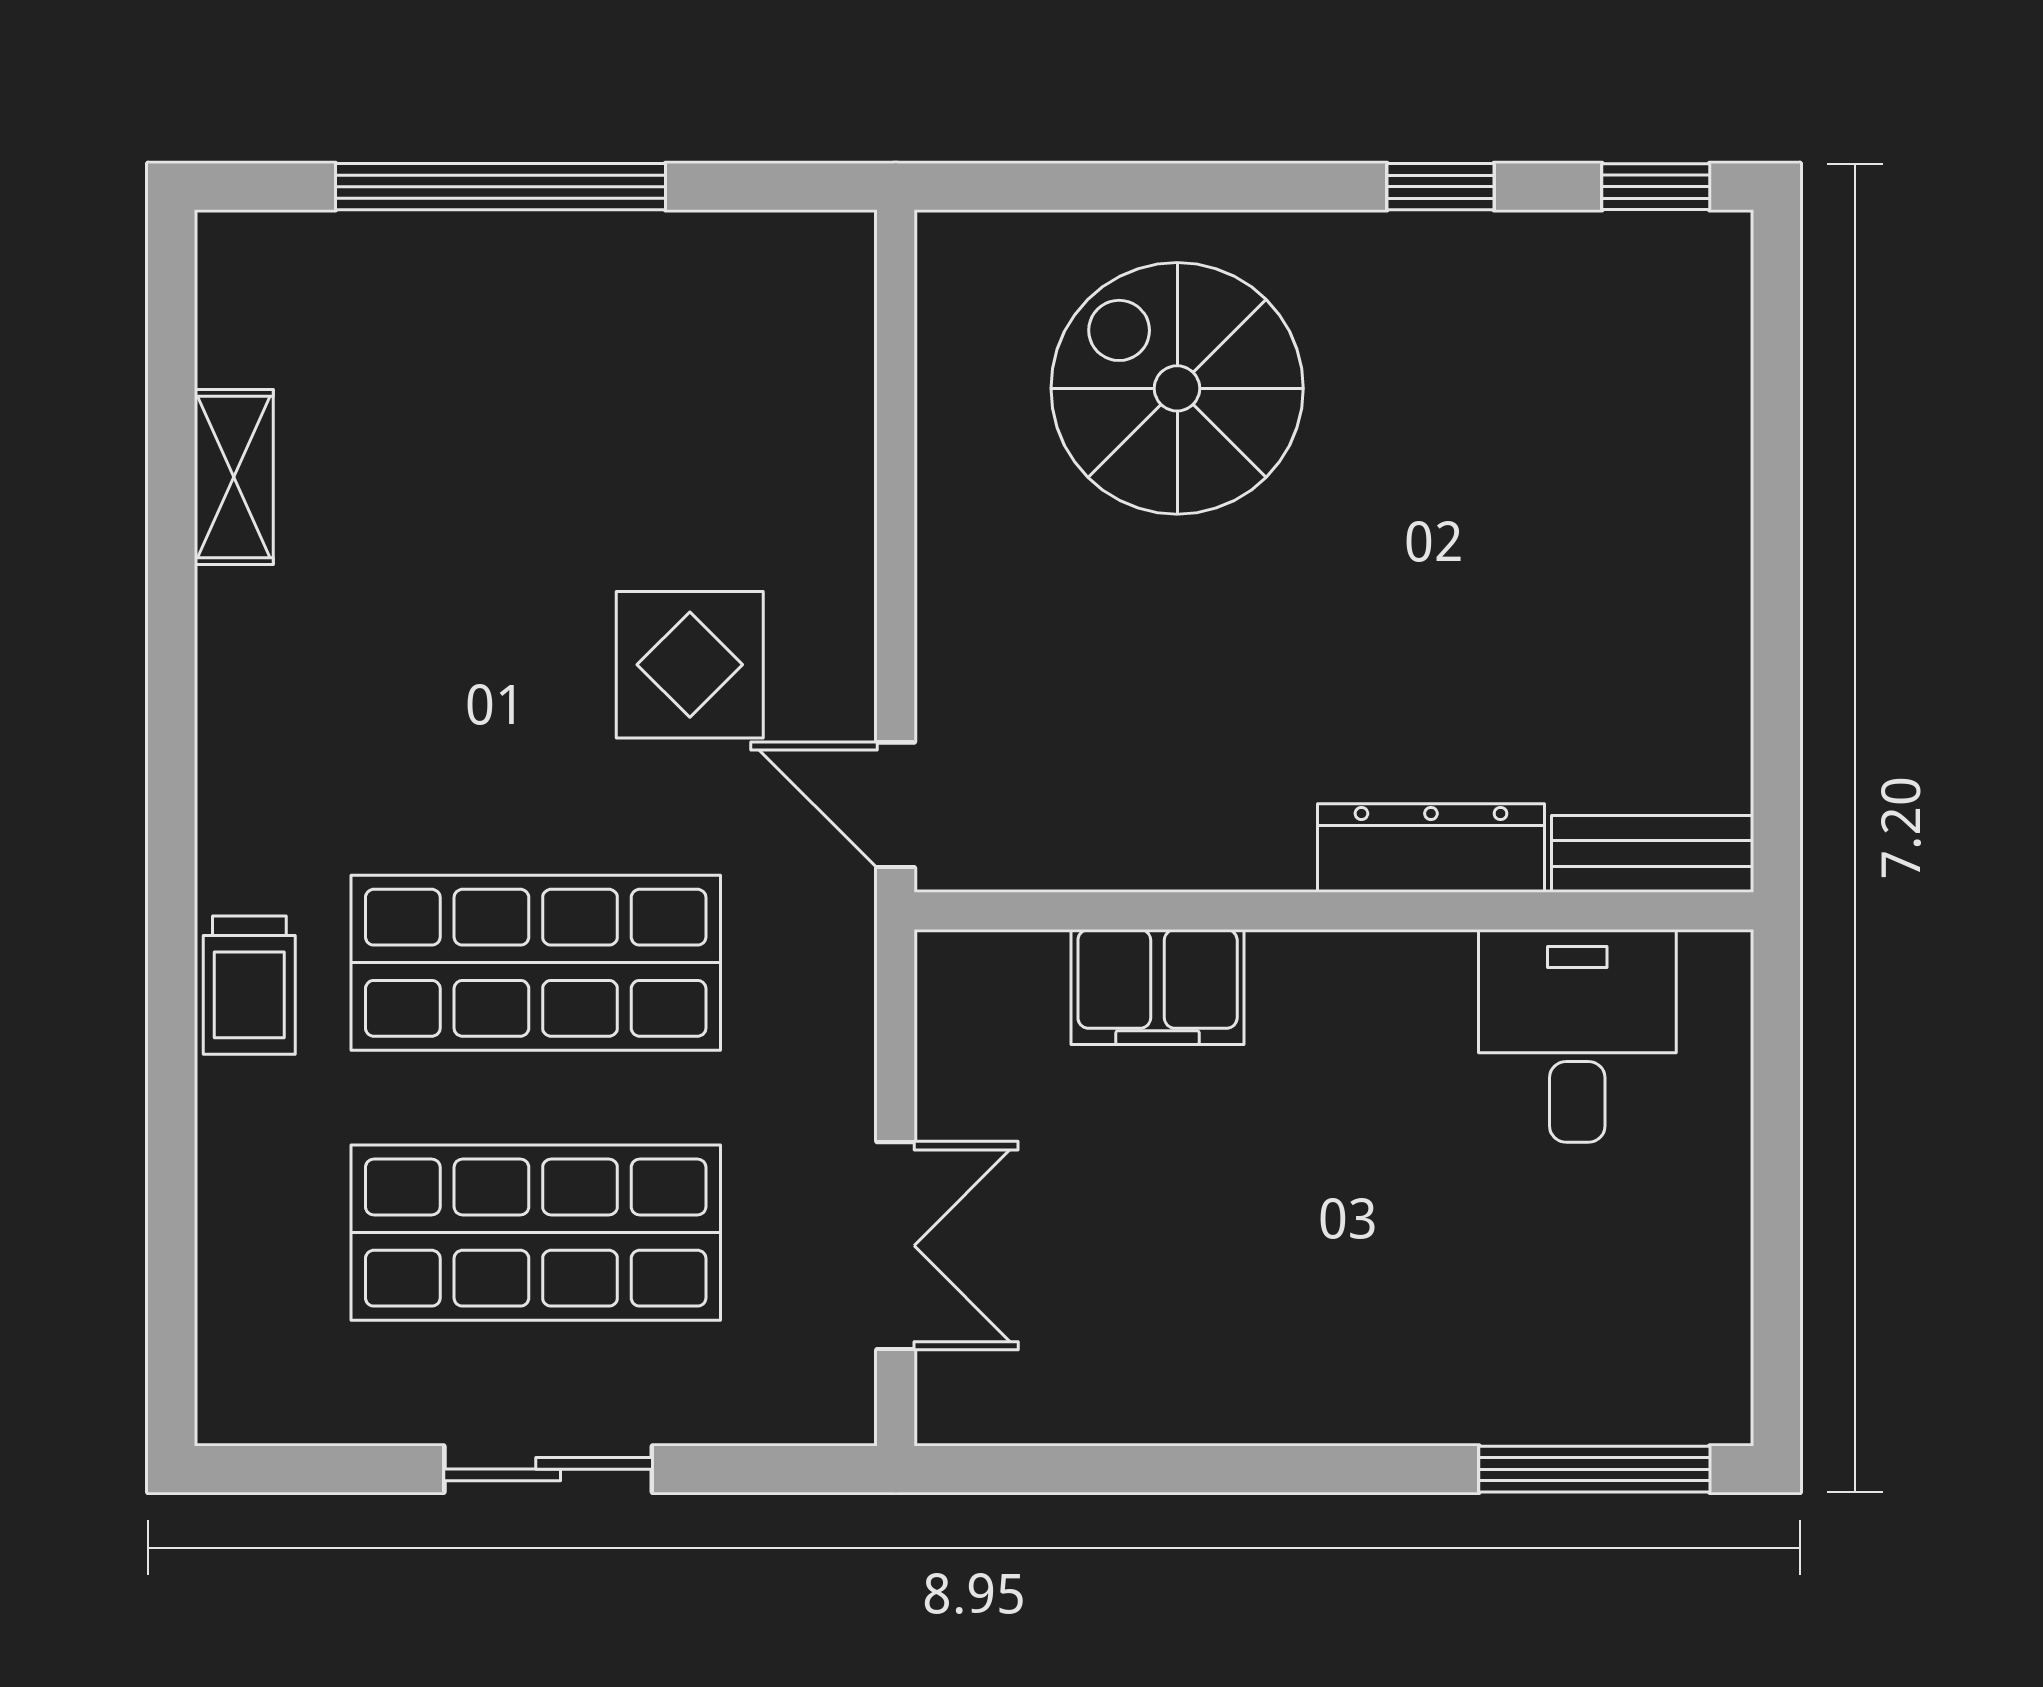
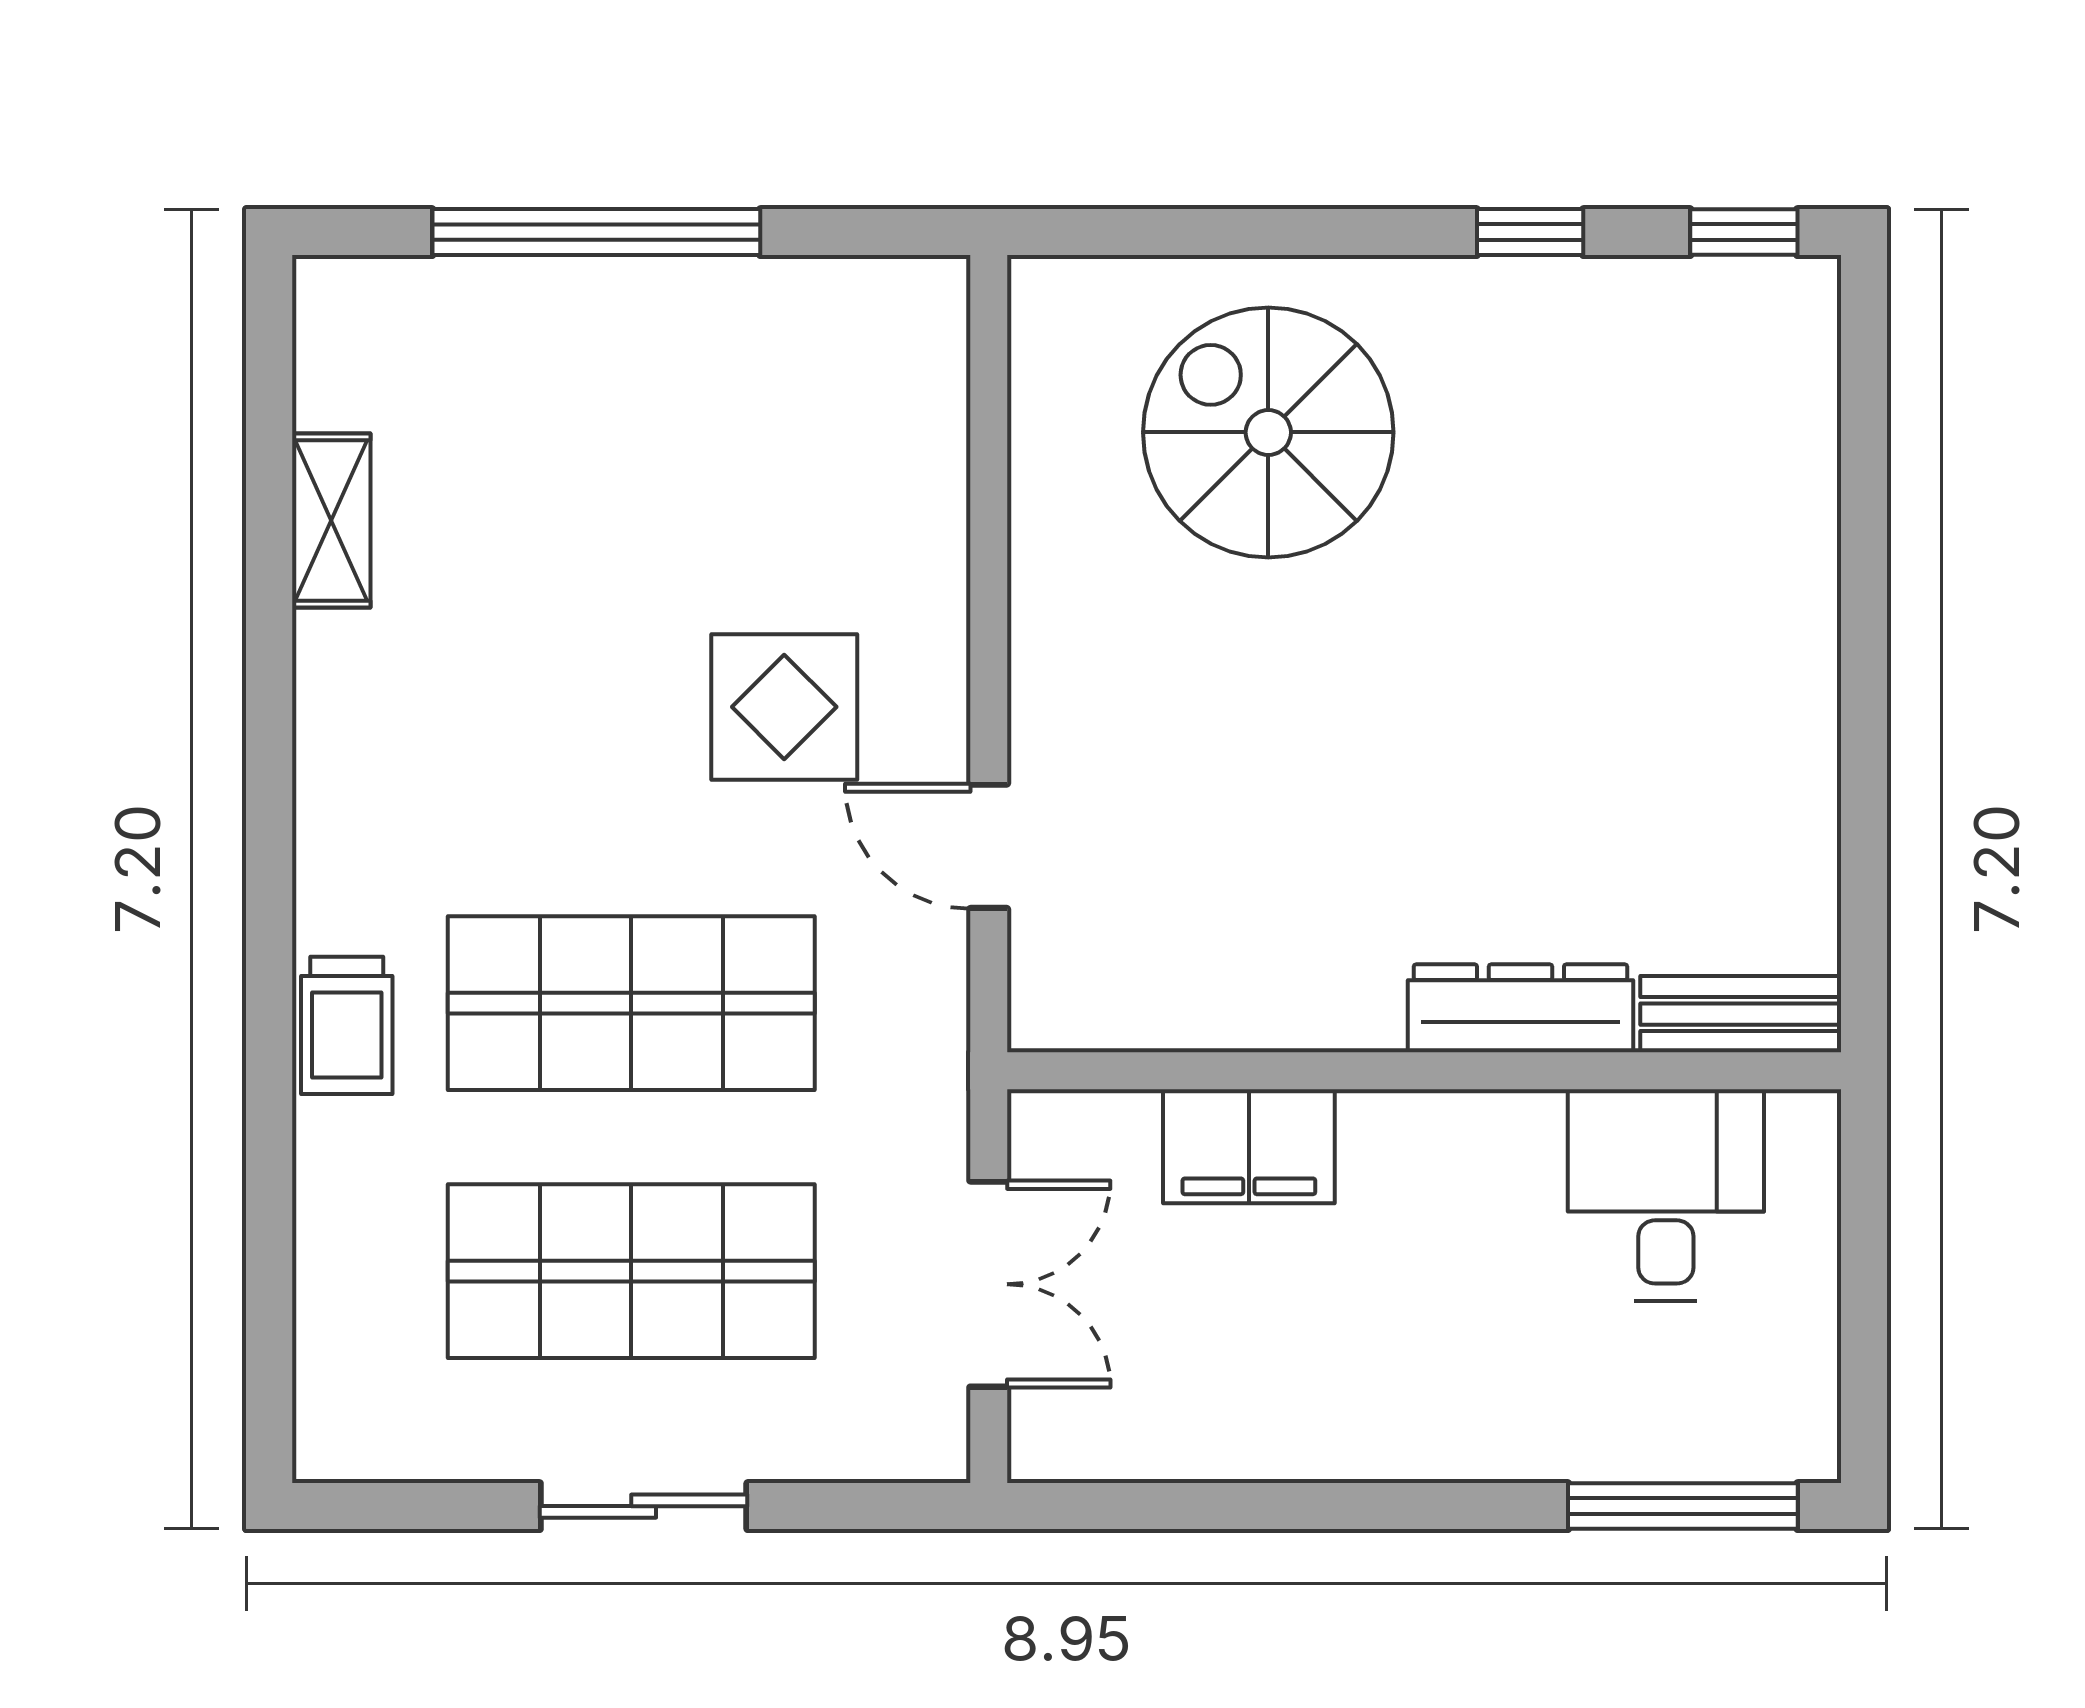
dresser: (1431, 848) -> (1520, 1008), moved
bench: (1653, 854) -> (1741, 1014), moved
wall: (1334, 911) -> (1424, 1071), moved
filing cabinet: (1158, 987) -> (1249, 1146), moved
desk: (1577, 1036) -> (1666, 1195), moved

